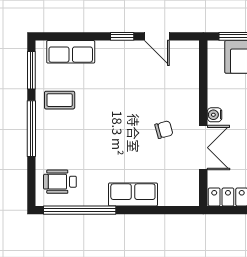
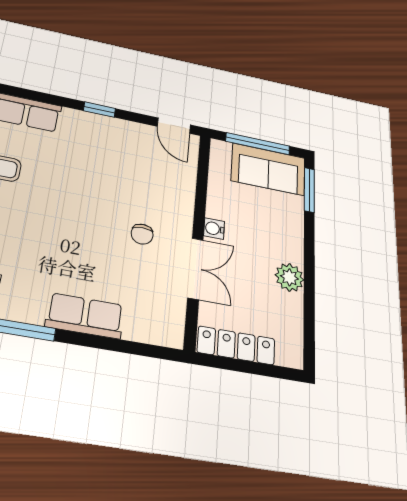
door: (157, 36) -> (174, 126), moved
chair: (164, 130) -> (142, 234), turned 105

